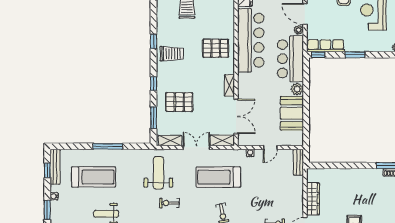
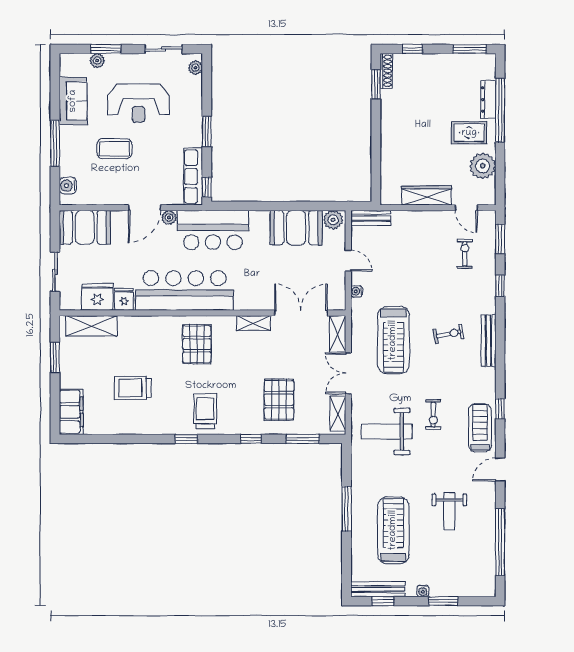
plant: (297, 89) -> (333, 220), moved

